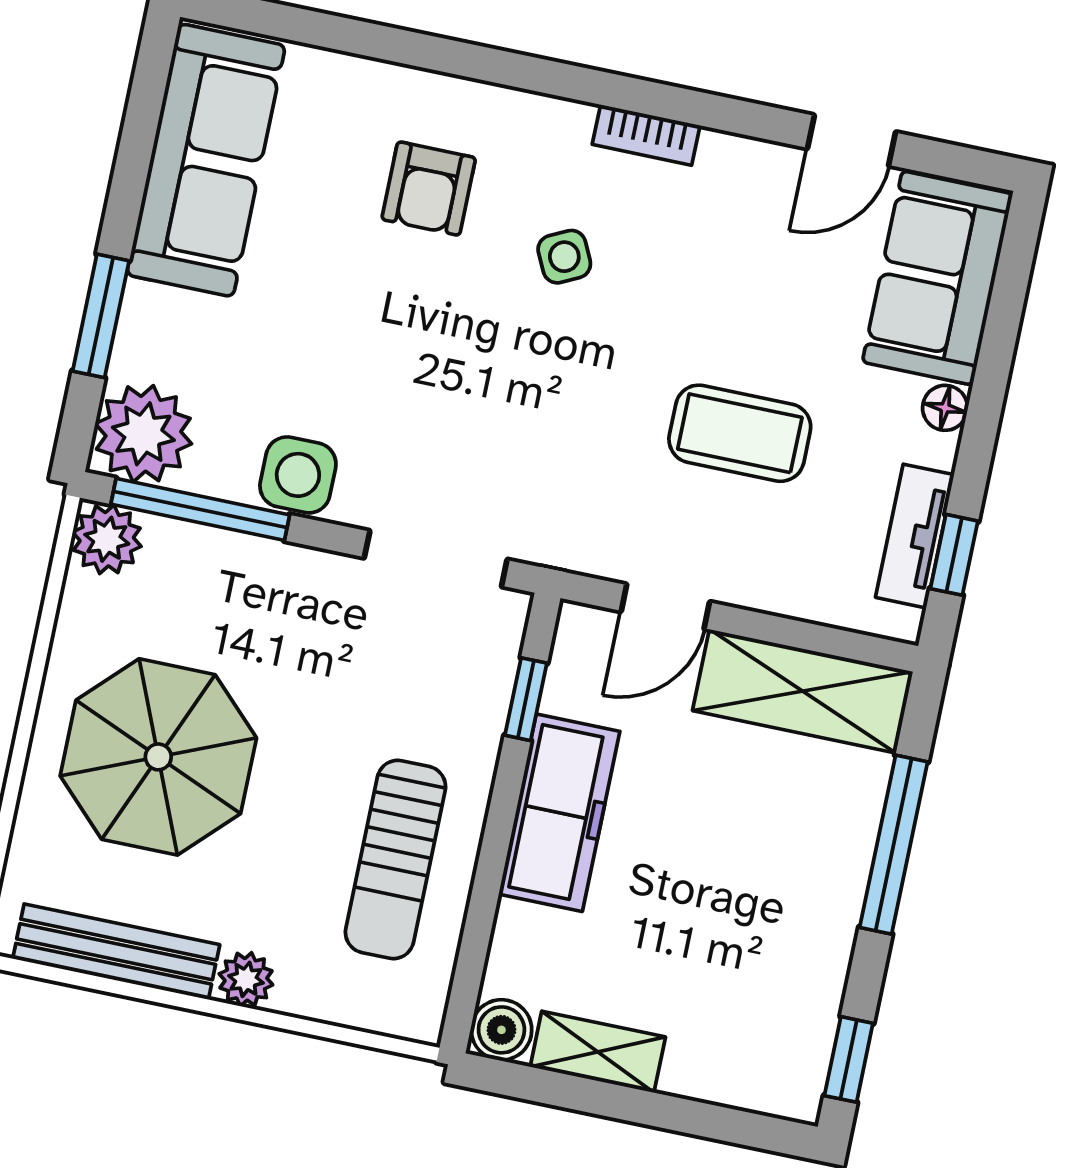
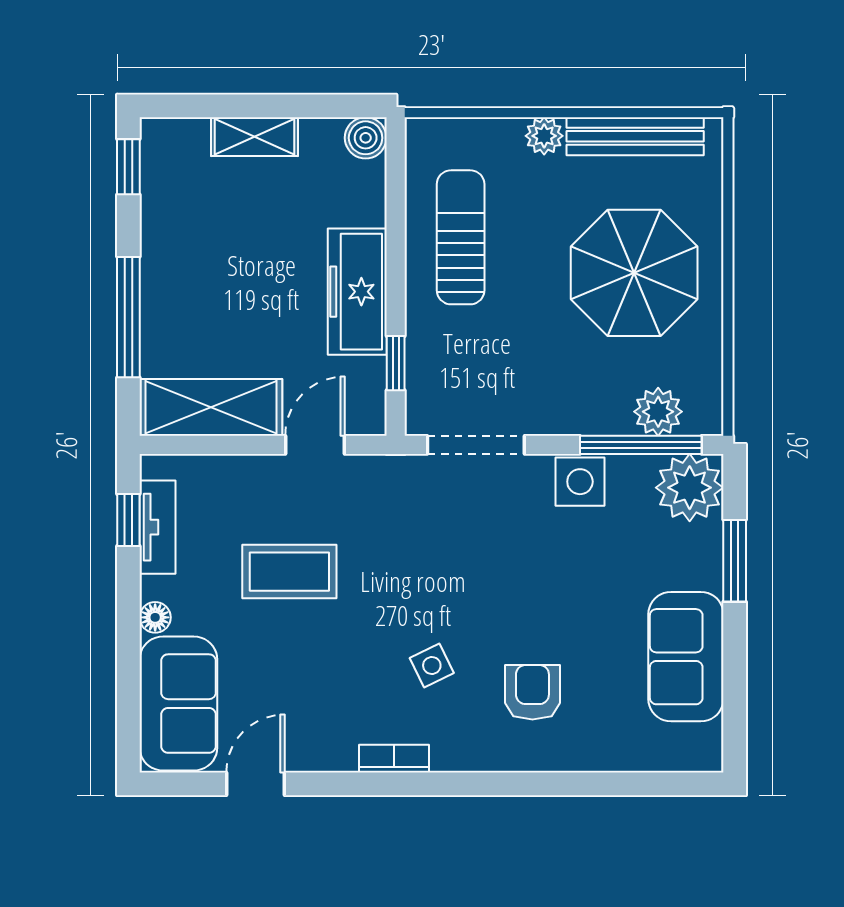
sofa: (206, 160) -> (686, 657), width x0.73
plant: (107, 539) -> (658, 412), moved
shelving: (598, 1052) -> (254, 137), moved

